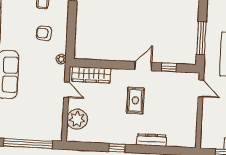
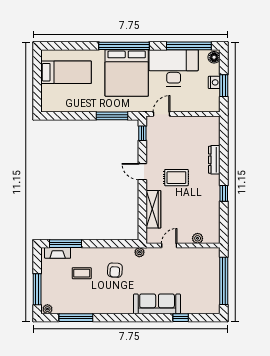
window: (169, 67) -> (142, 133), moved
wardrobe: (91, 75) -> (153, 209), moved
plant: (77, 119) -> (198, 238), width x0.53, depth x0.53

